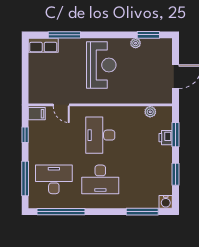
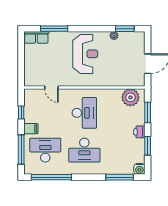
plant: (150, 112) -> (130, 97), width x1.88, depth x1.88
filing cabinet: (37, 114) -> (31, 129), moved
desk: (100, 135) -> (84, 113), turned 180
printer: (166, 138) -> (139, 132), moved

